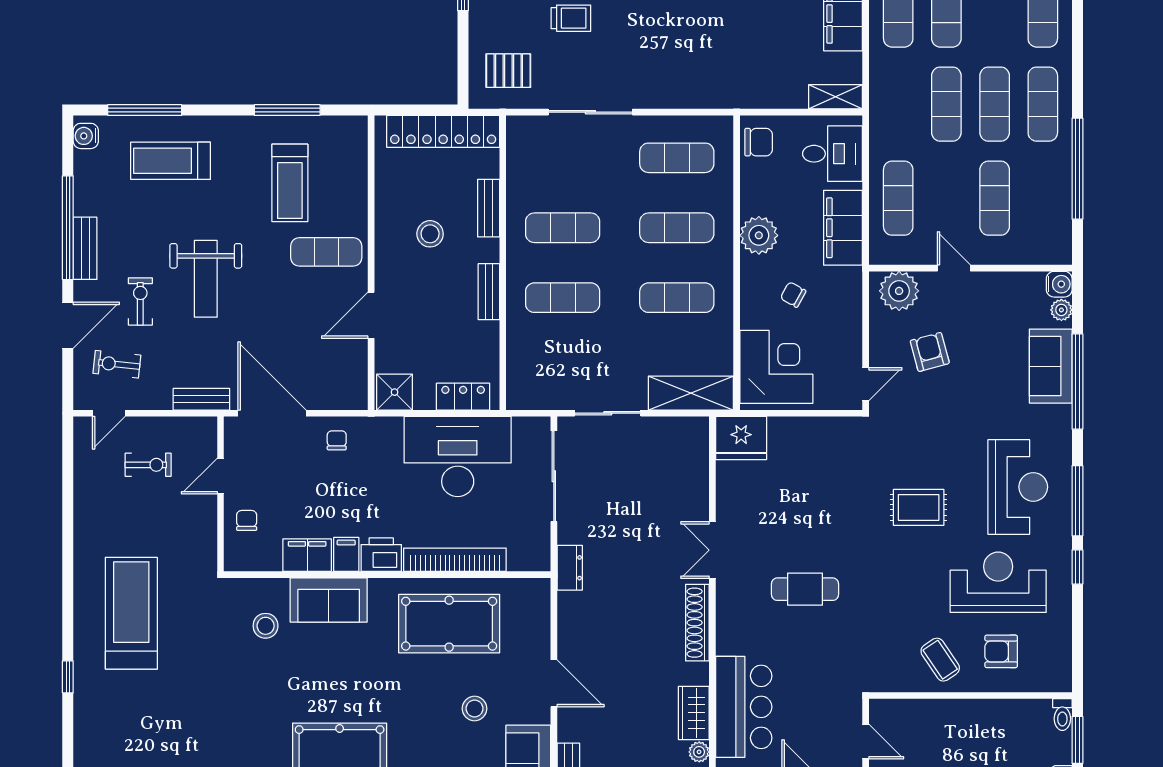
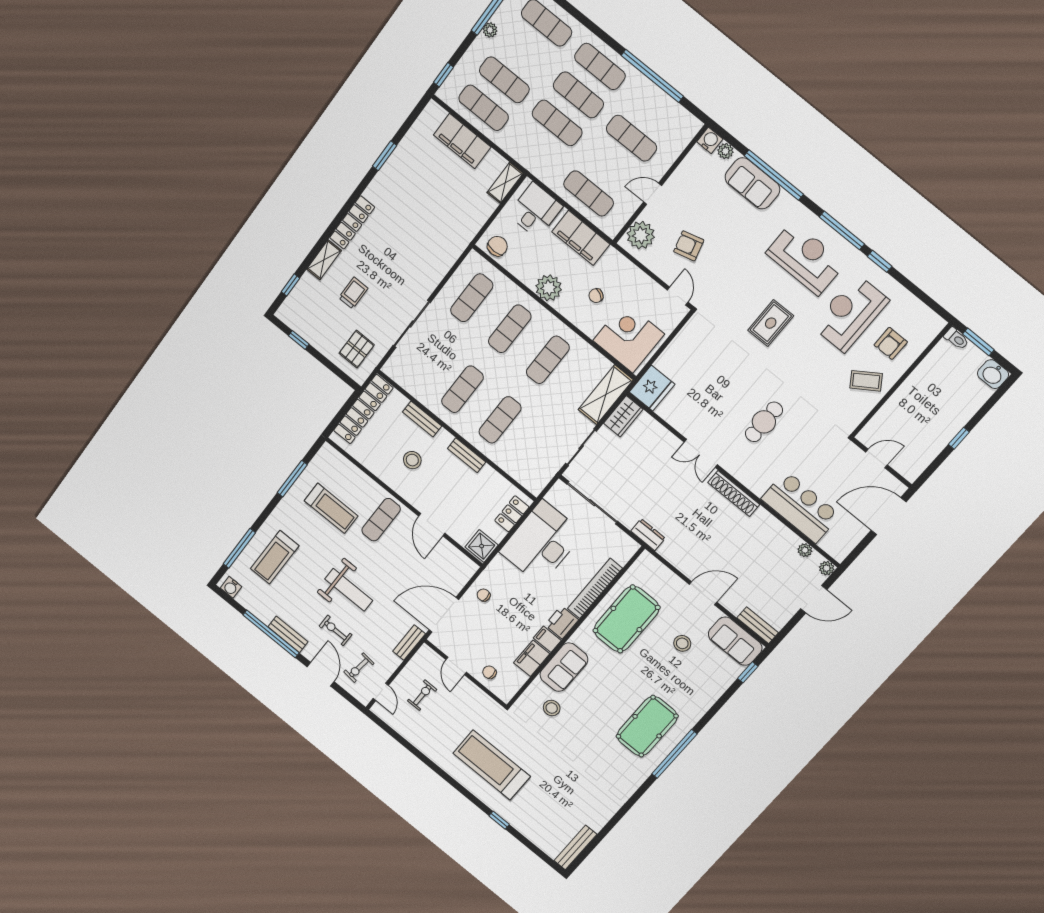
wardrobe: (694, 713) -> (623, 416), moved, turned -90

